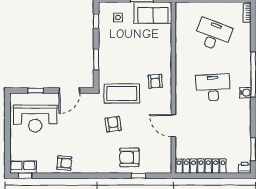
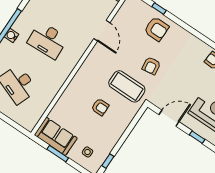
window: (96, 59) -> (129, 129), removed
armchair: (155, 81) -> (100, 107), moved, turned 94
water cooler: (245, 93) -> (12, 36), moved

